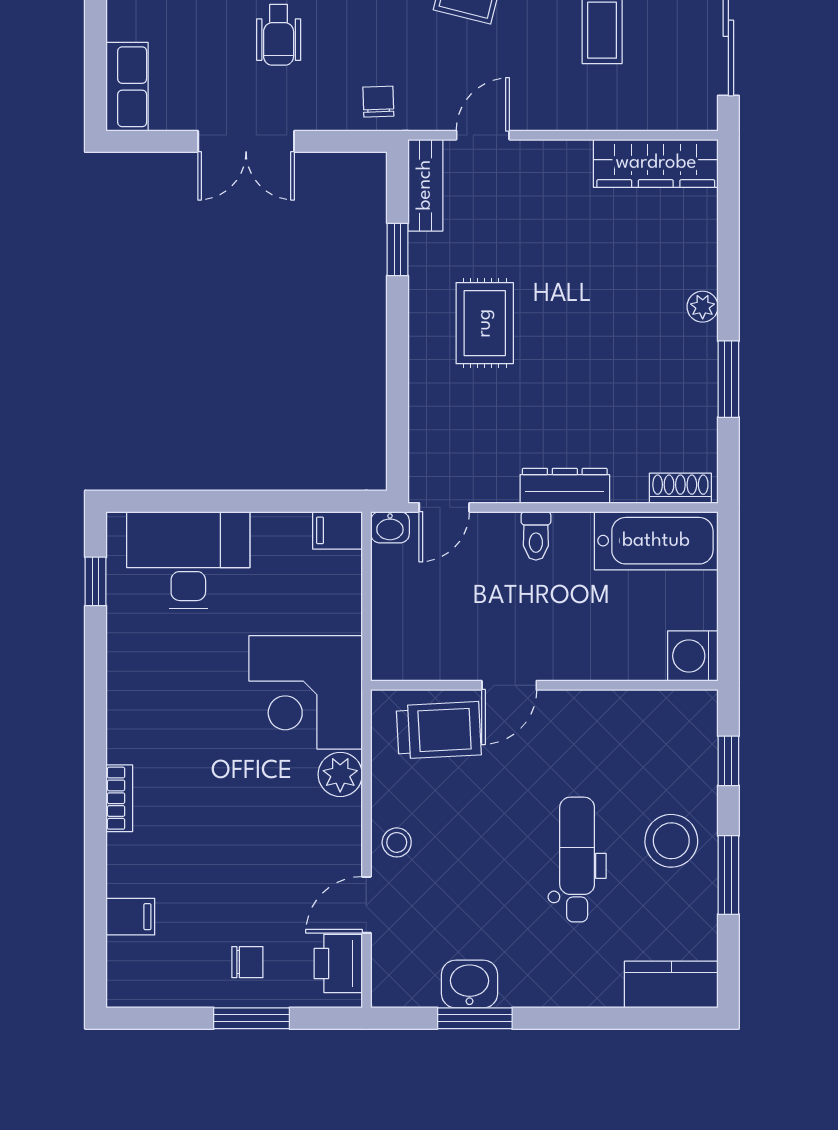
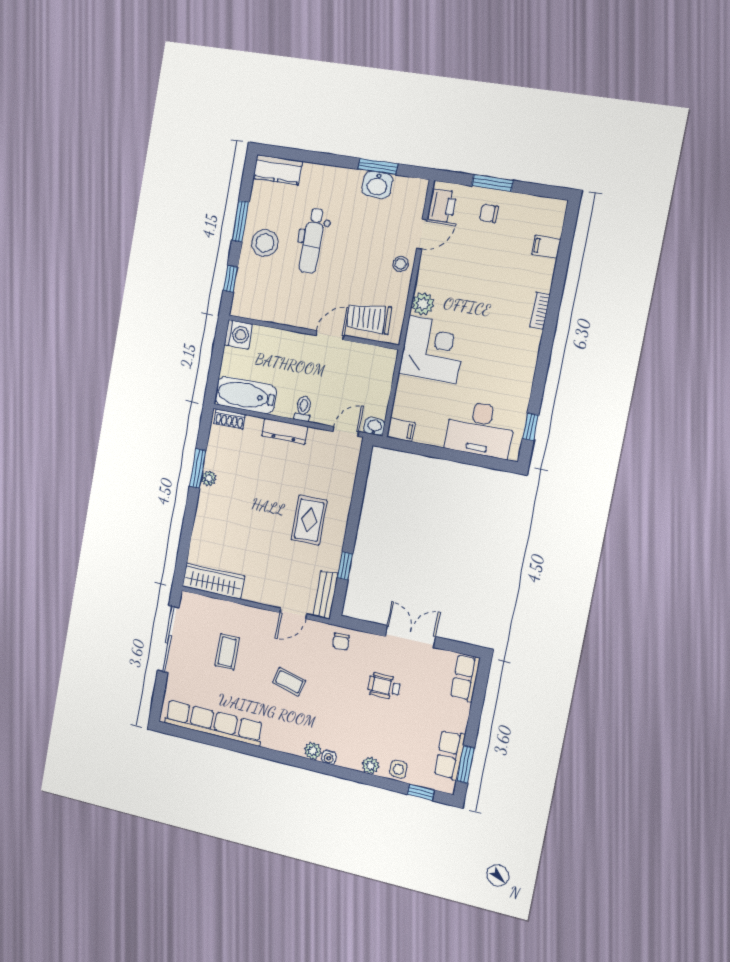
wheelchair: (279, 35) -> (384, 686), turned -90
plant: (703, 307) -> (209, 478), moved

